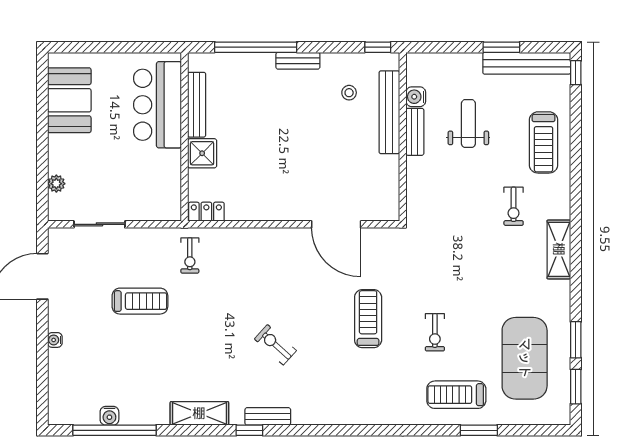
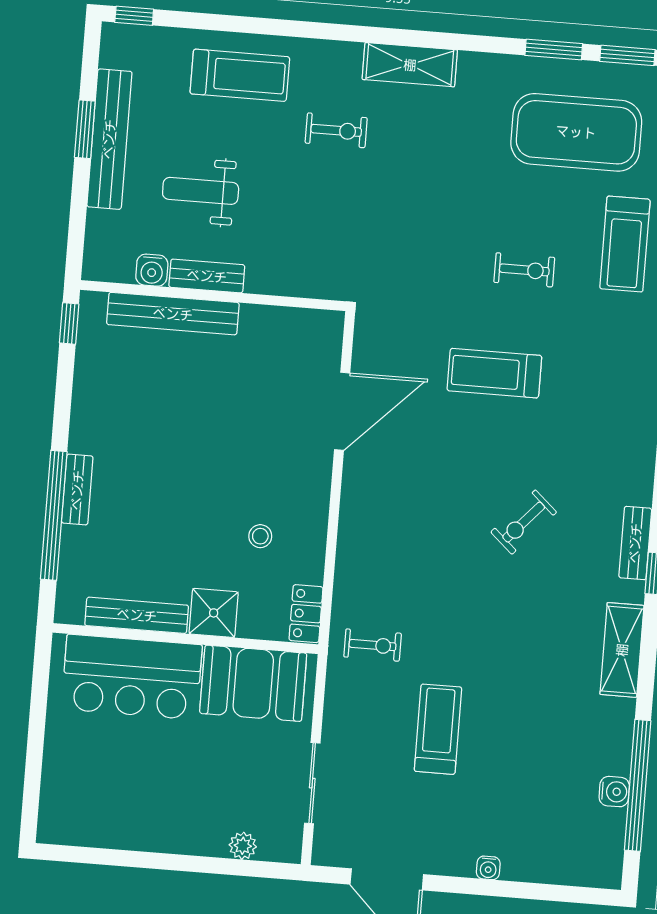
bench: (298, 61) -> (77, 490), moved
bench: (527, 63) -> (109, 139), moved
stool: (349, 93) -> (260, 536), moved
booth: (69, 100) -> (253, 683), moved

